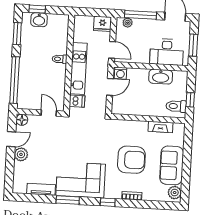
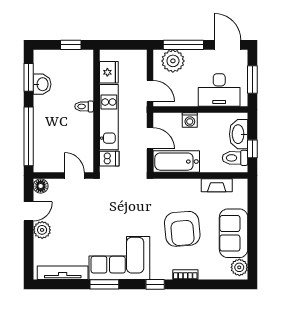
window: (37, 9) -> (71, 45), moved
washbasin: (39, 20) -> (42, 84), moved, turned -90
plant: (128, 23) -> (173, 61), width x1.88, depth x1.88
fridge: (102, 24) -> (109, 72), moved, turned -90
washing machine: (121, 73) -> (190, 120), moved
washbasin: (161, 77) -> (239, 134), moved, turned 90
door: (110, 87) -> (150, 138), hinge flipped
bathtub: (130, 106) -> (176, 162), added
armchair: (131, 160) -> (182, 229), turned 85
tv unit: (41, 189) -> (63, 273), width x1.41

